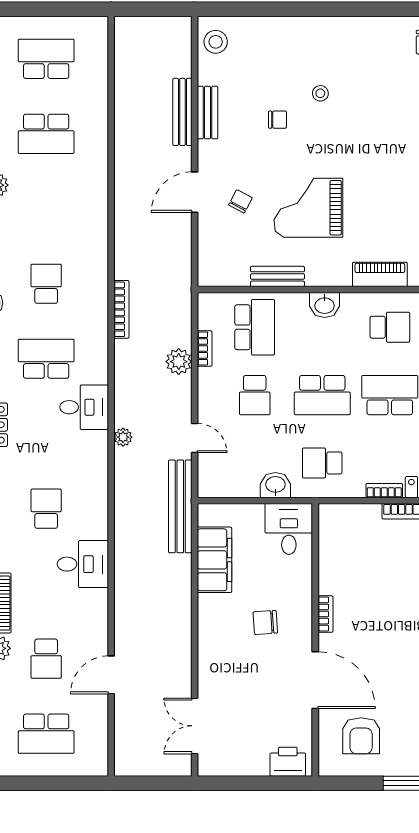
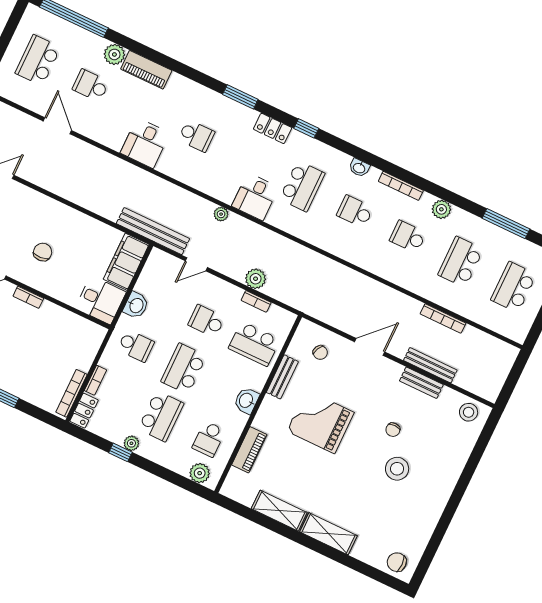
school desk: (46, 59) -> (514, 287), turned 180
stool: (320, 93) -> (397, 469), width x1.89, depth x1.89
door: (195, 192) -> (370, 347), hinge flipped
chair: (240, 201) -> (320, 353), moved
grand piano: (308, 208) -> (320, 422), turned -90
school desk: (46, 209) -> (408, 237), added
school desk: (46, 284) -> (355, 211), turned 180
bookcase: (121, 309) -> (443, 318), moved
school desk: (322, 463) -> (136, 346), turned 90
filing cabinet: (214, 560) -> (126, 262), moved, turned 90

